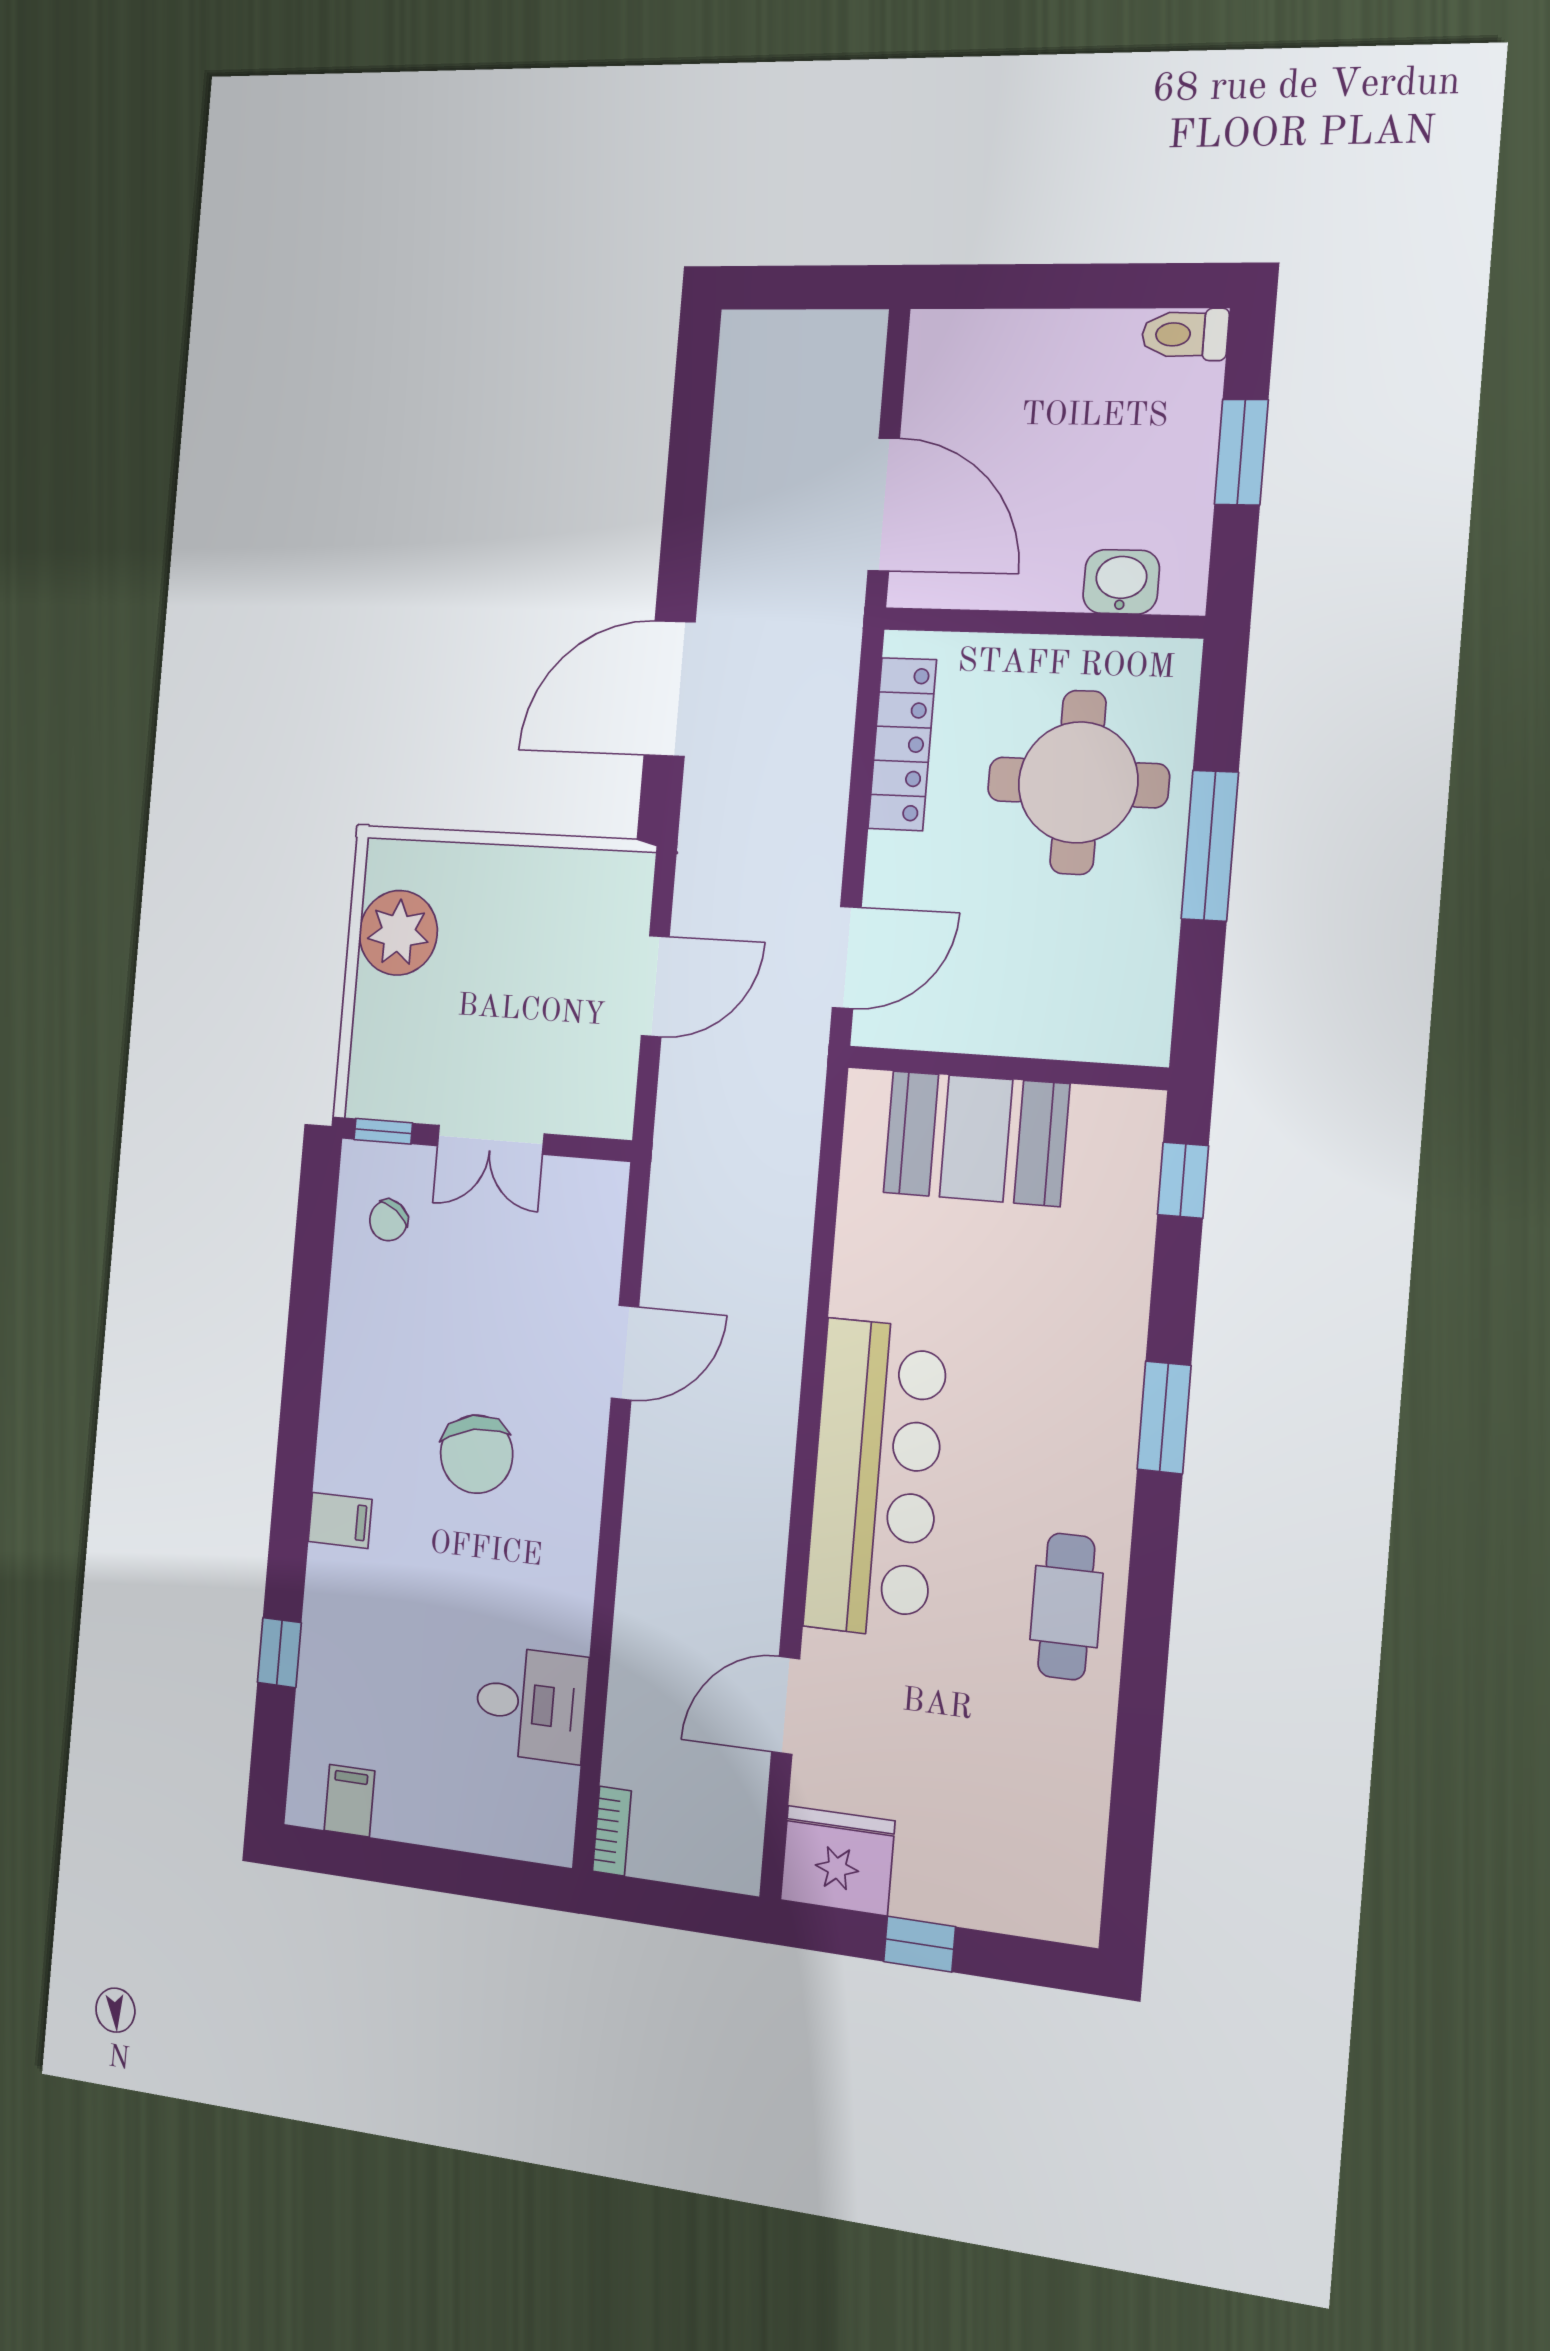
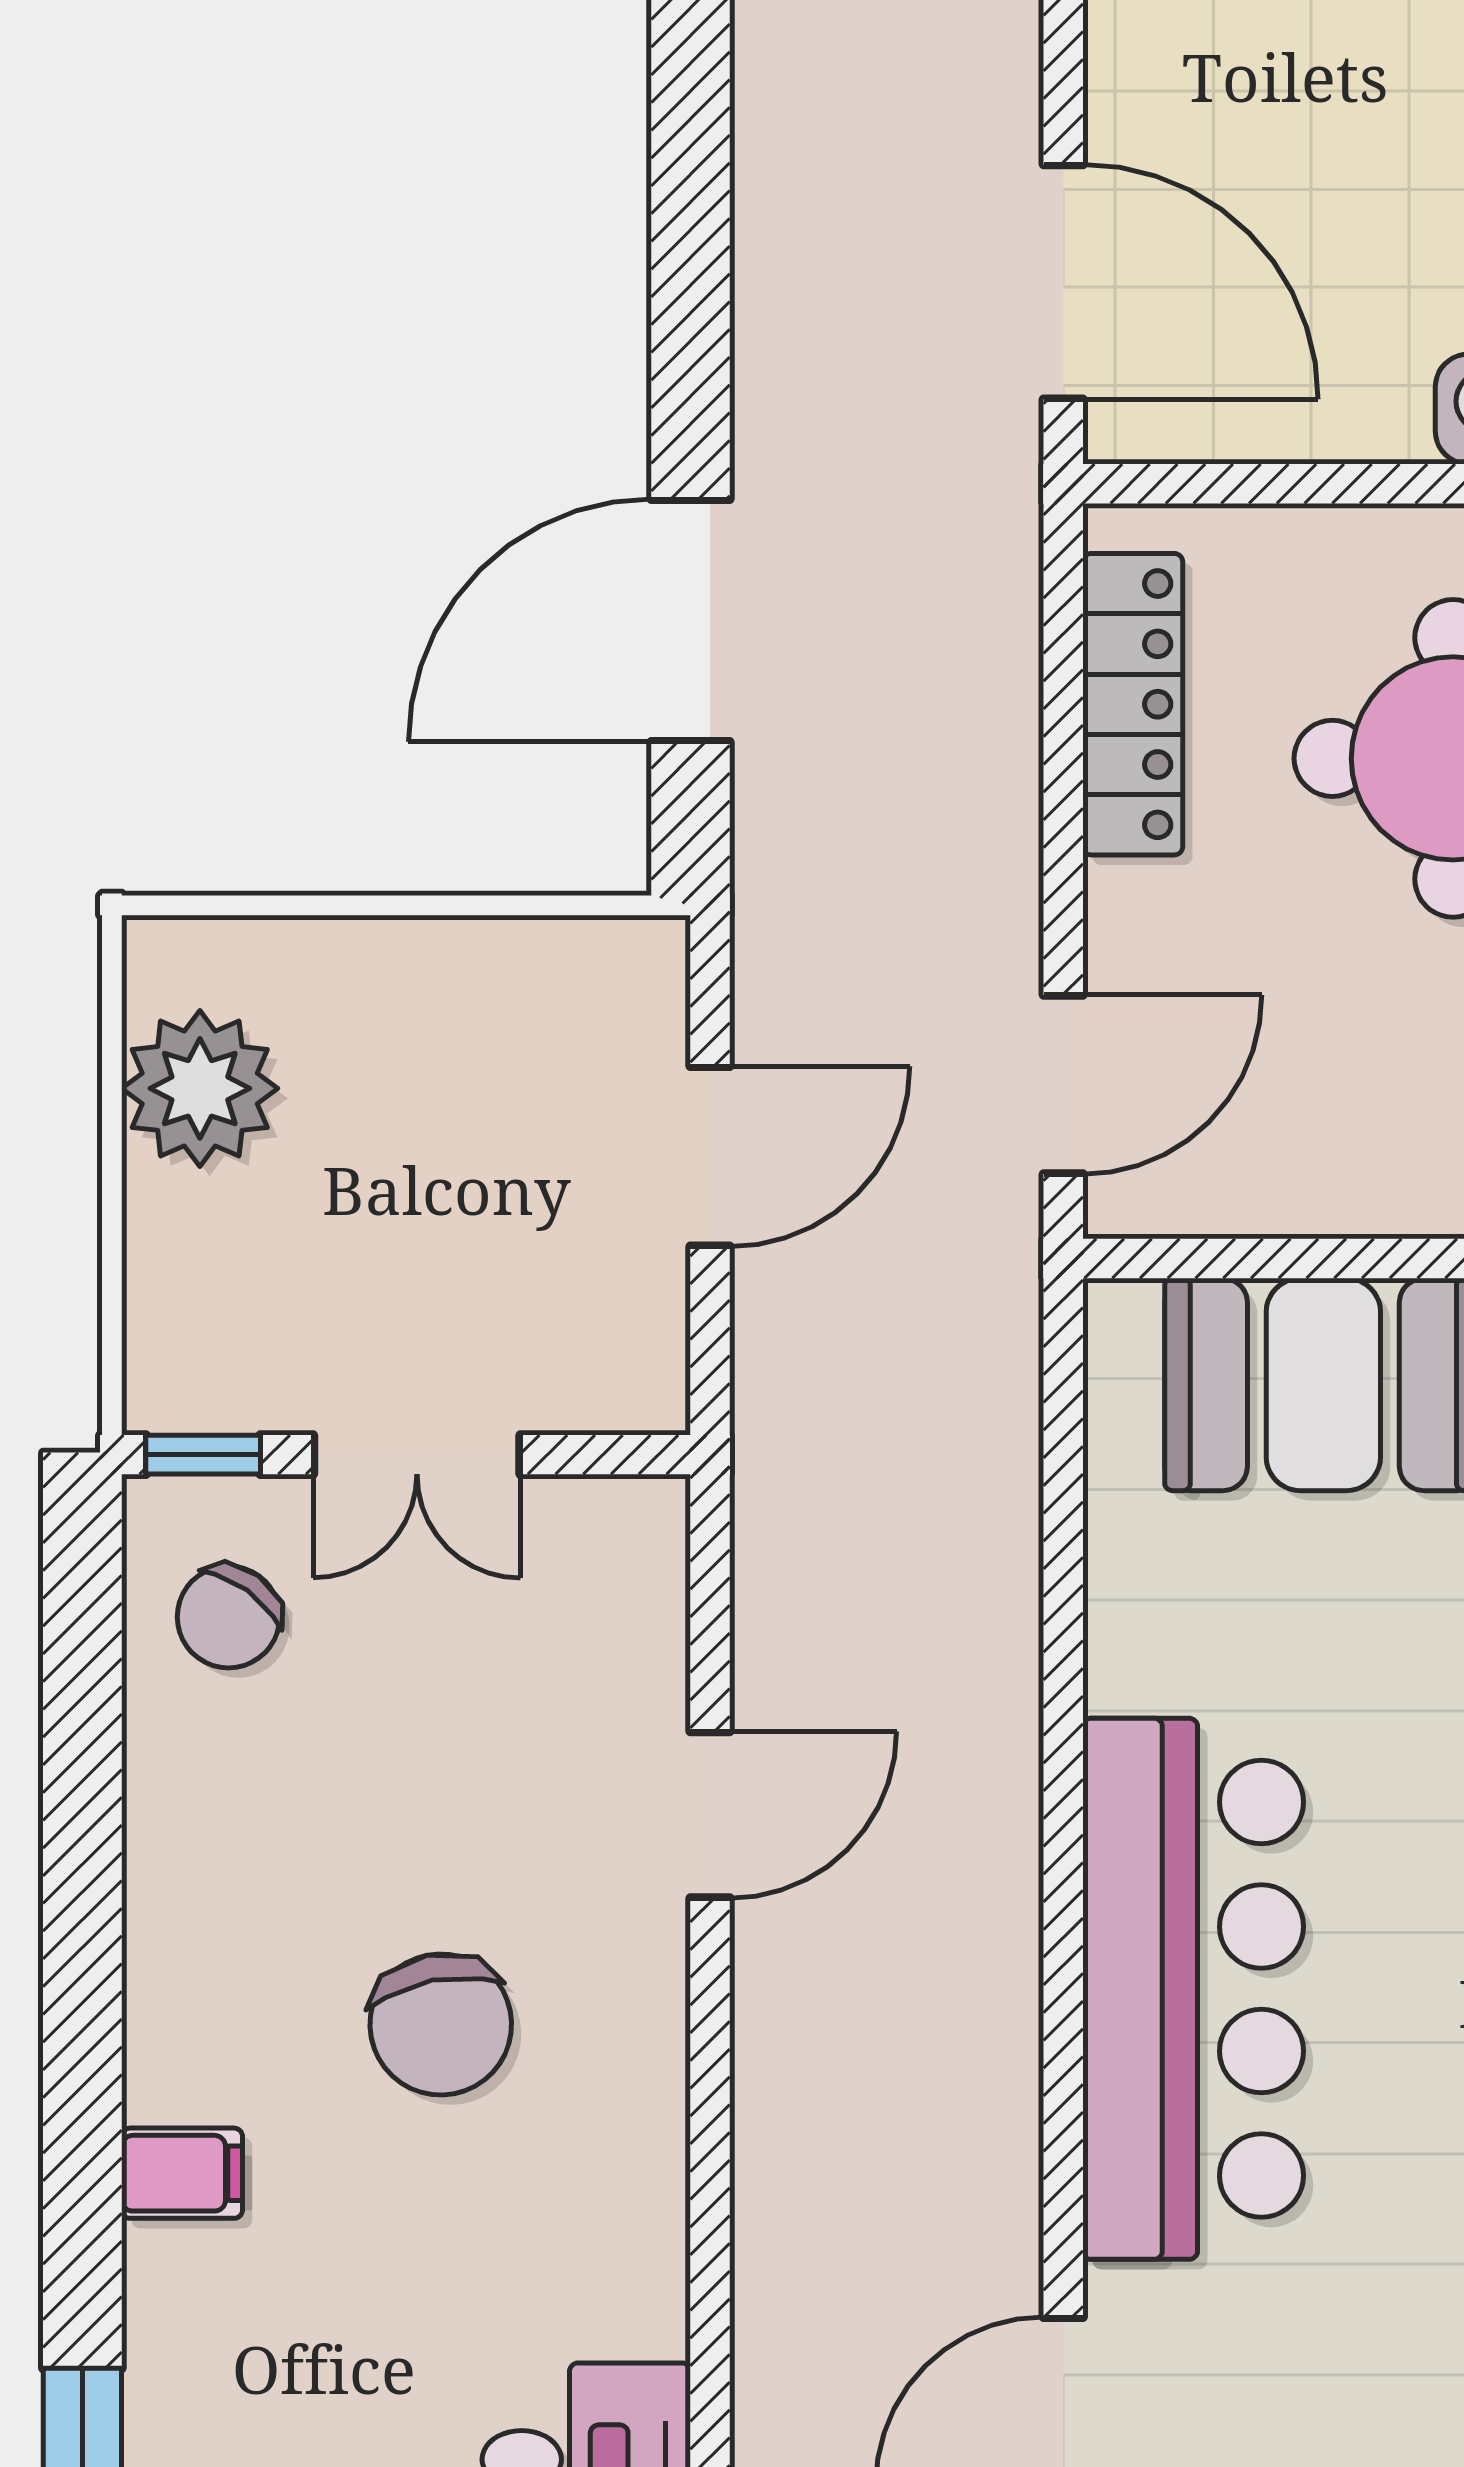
chair: (388, 1220) -> (228, 1617), width x1.37, depth x1.37

